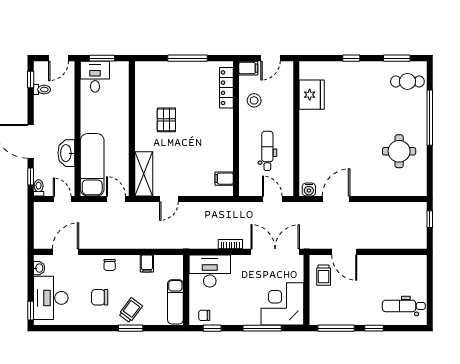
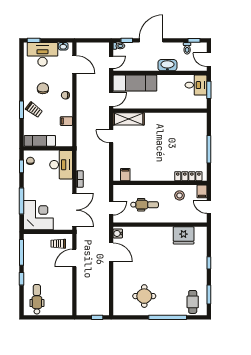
pallet: (166, 120) -> (166, 135), removed
washbasin: (66, 153) -> (167, 65), moved

